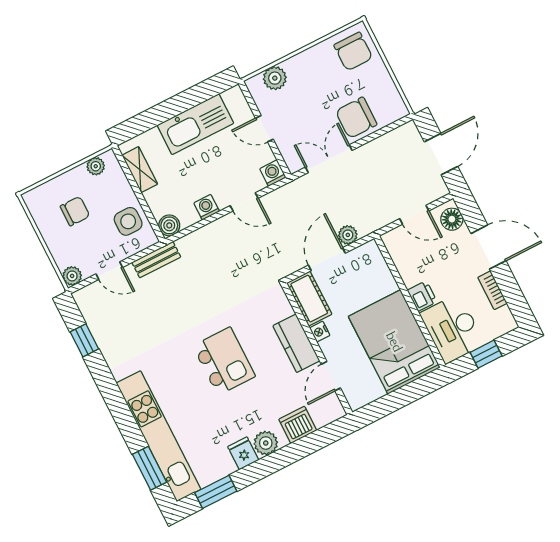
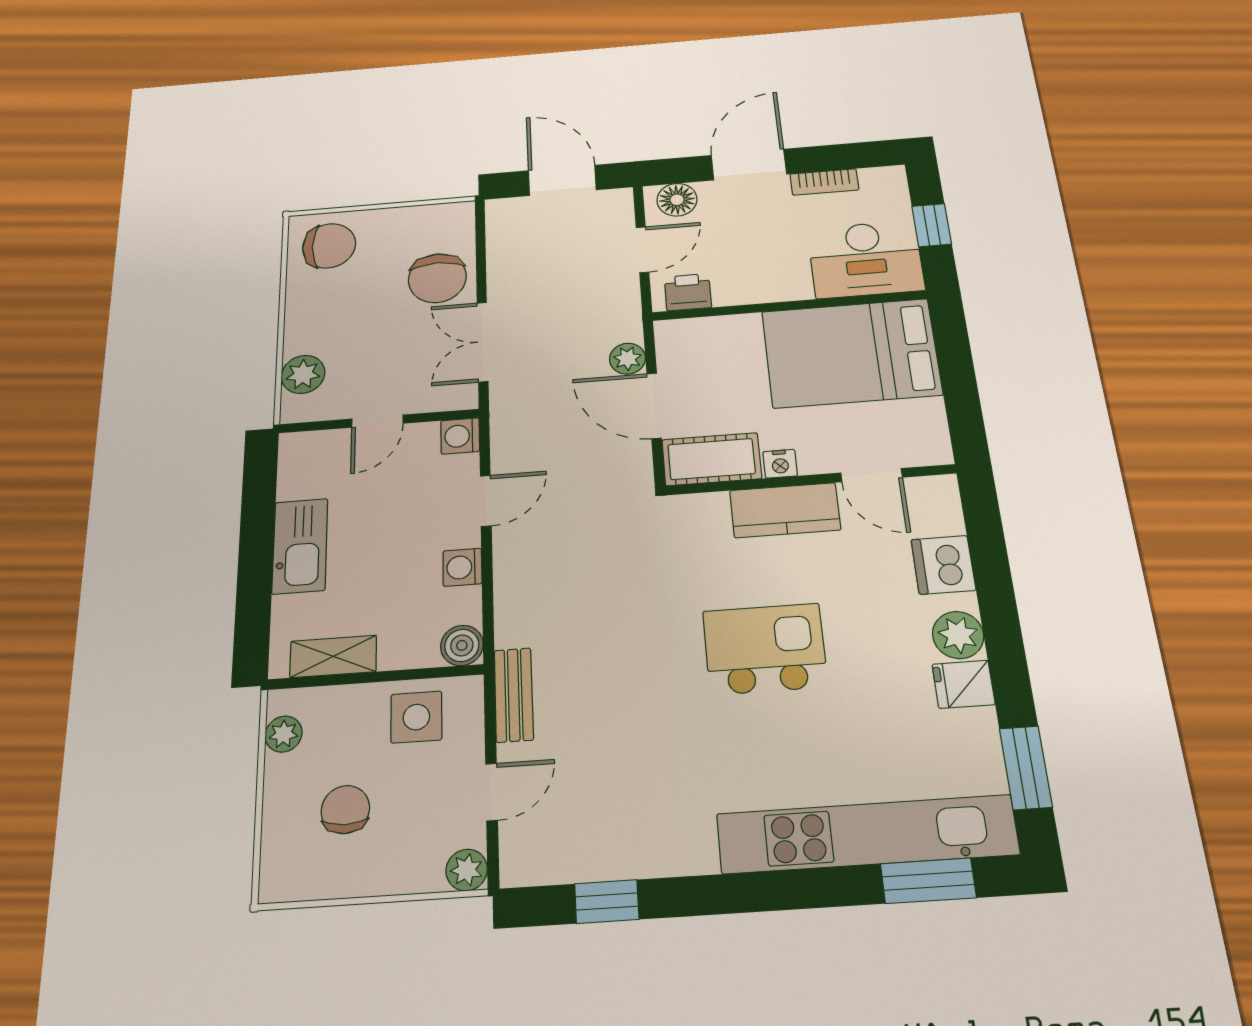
kitchen sink: (195, 124) -> (300, 546), width x0.73, depth x0.81
printer: (422, 296) -> (688, 292), moved

